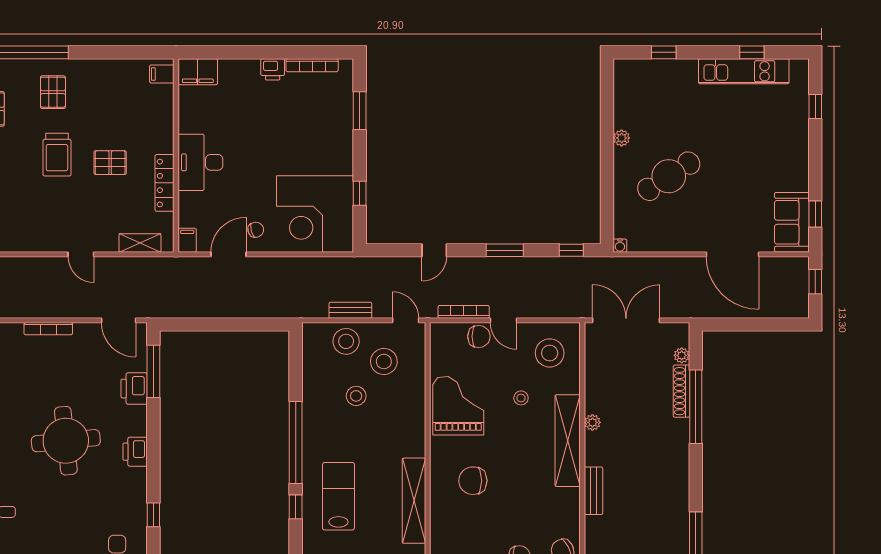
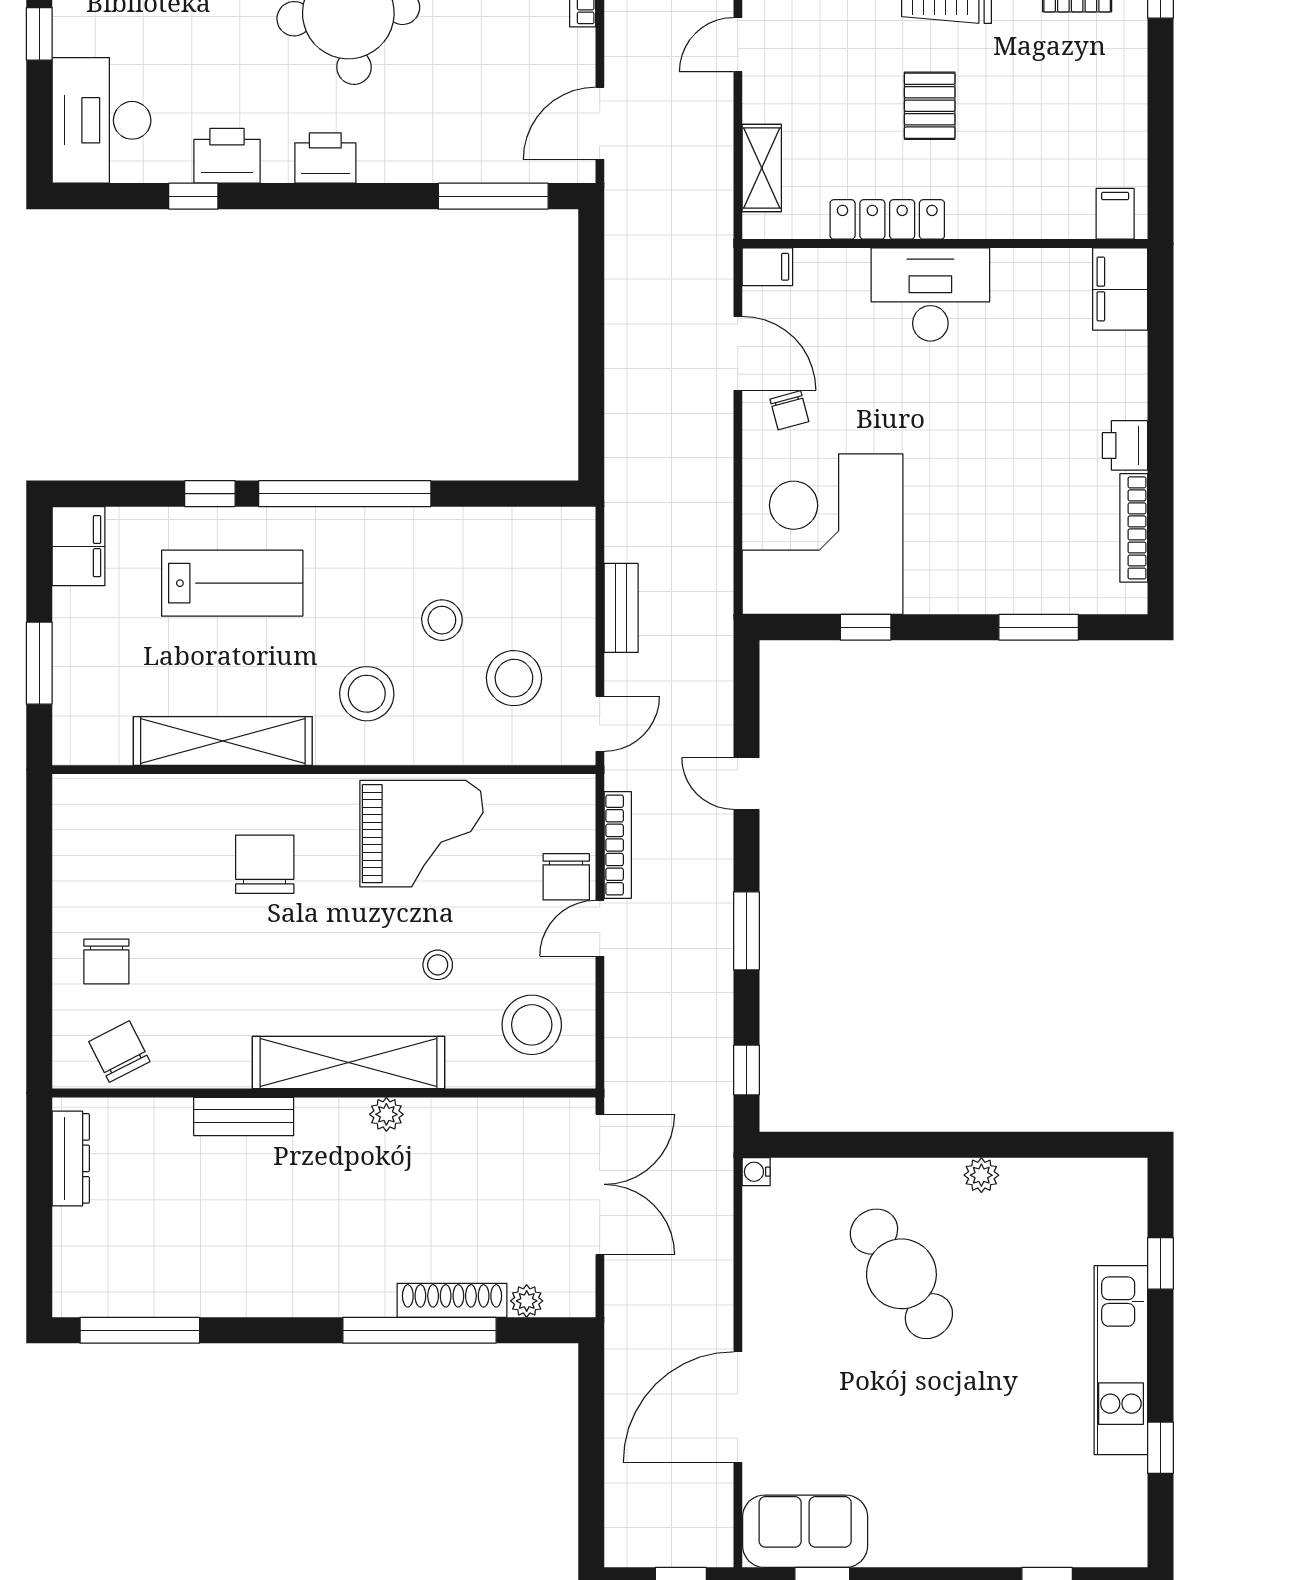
kitchen unit: (744, 71) -> (1121, 1360), moved
stool: (346, 341) -> (367, 694), moved
printer: (134, 389) -> (227, 156), moved

